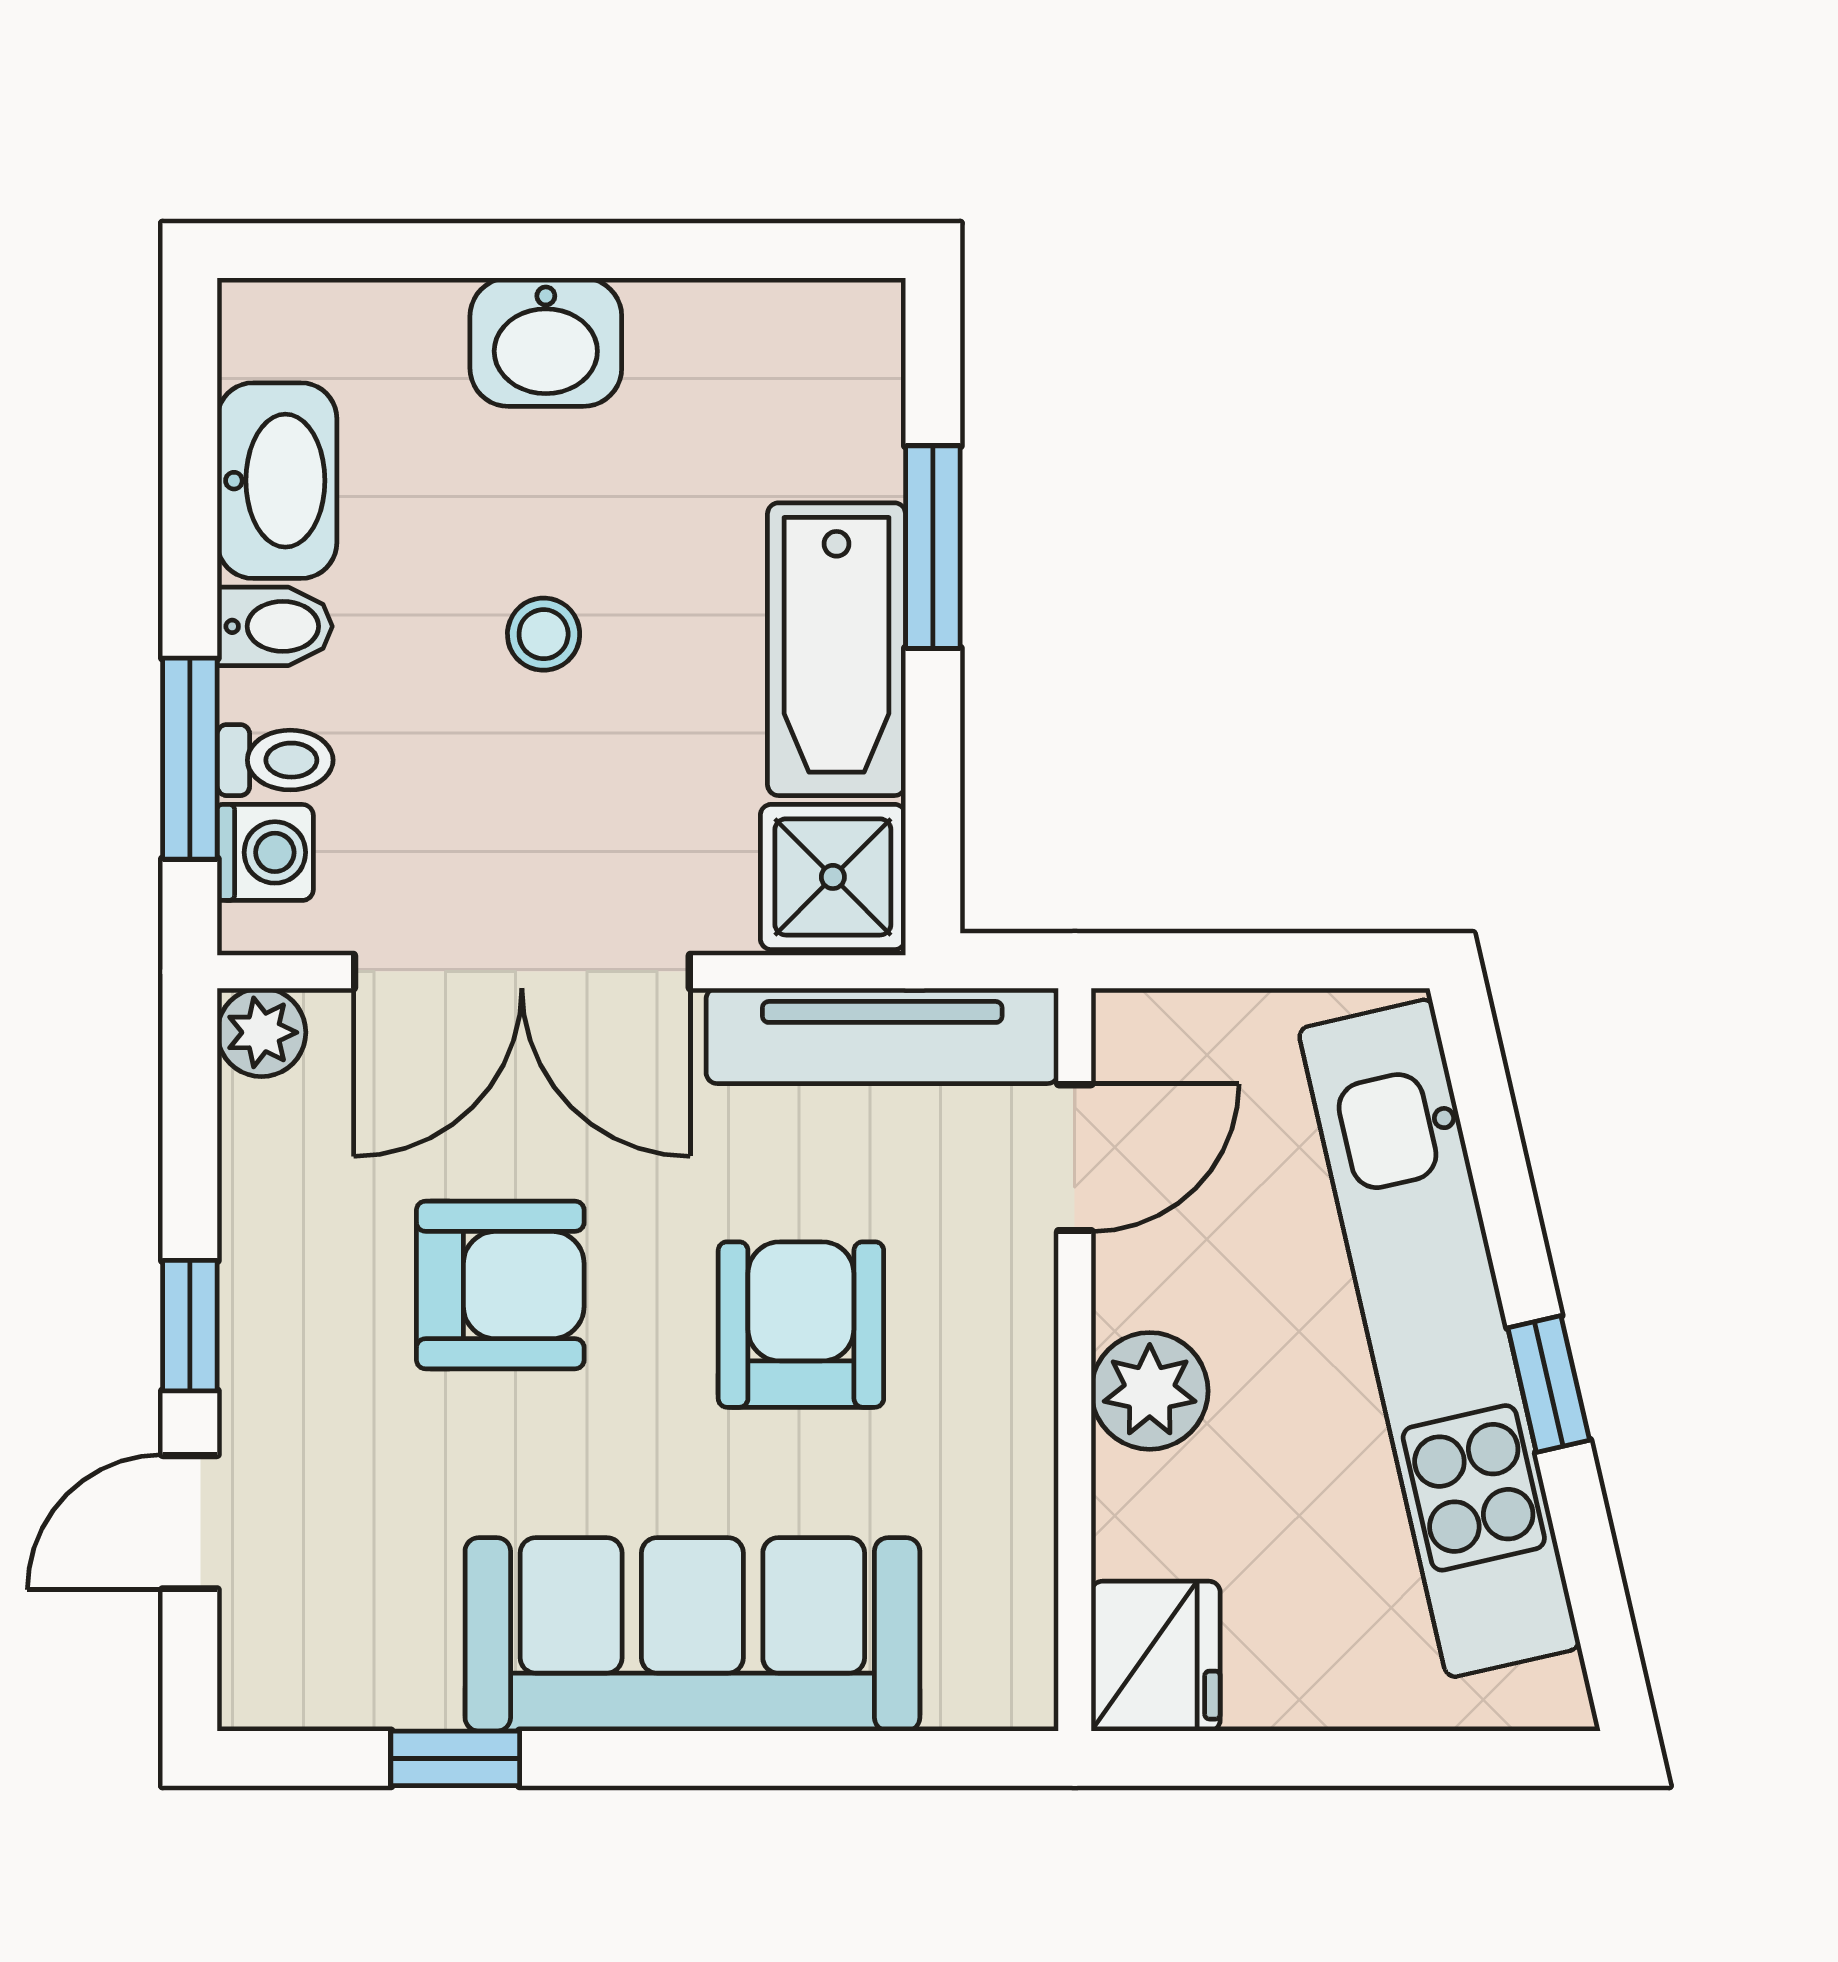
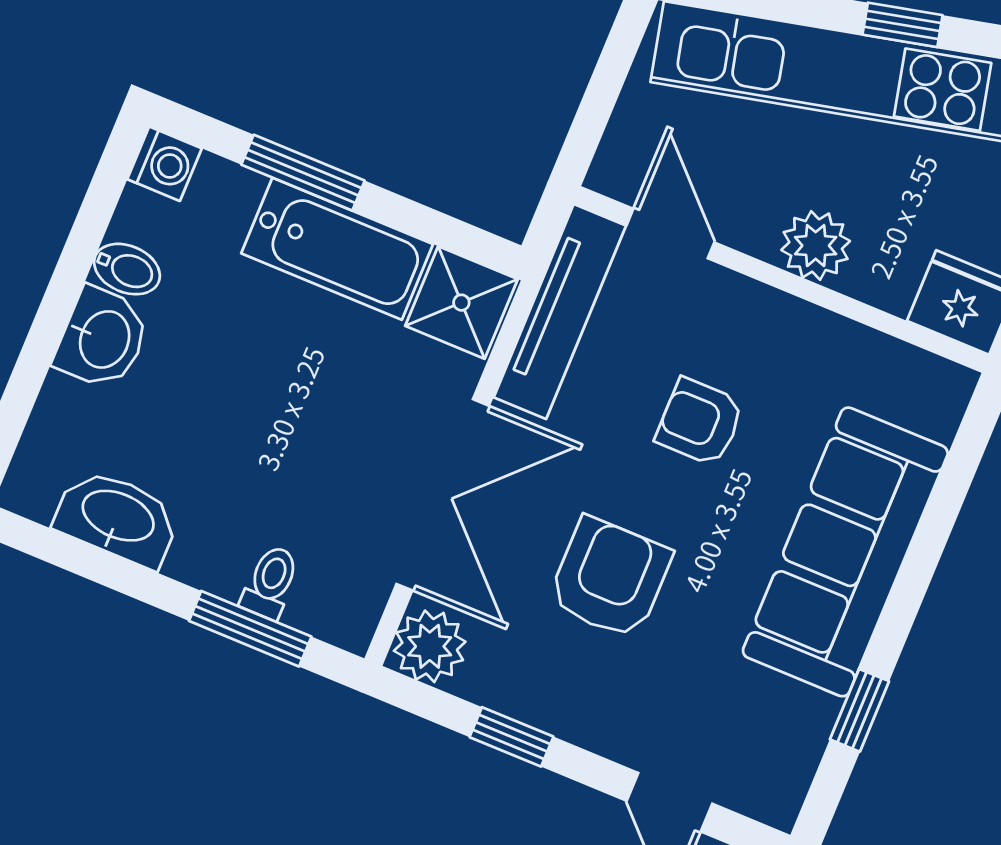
bidet: (275, 626) -> (127, 269), moved, turned 90
stool: (544, 634) -> (262, 406), removed
washing machine: (265, 852) -> (164, 164), moved, turned 90
plant: (261, 1032) -> (430, 646), width x1.38, depth x1.38
armchair: (801, 1325) -> (700, 422), width x0.72, depth x0.72
window: (190, 1326) -> (512, 737), moved

